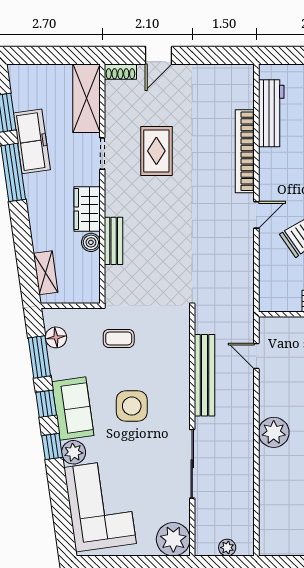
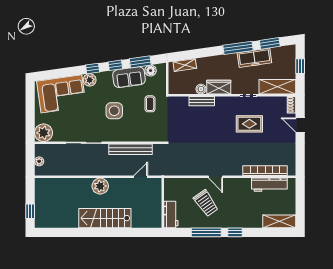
window: (47, 55) -> (300, 66), added
bookcase: (245, 151) -> (265, 171), moved
sofa: (73, 409) -> (129, 77), moved

